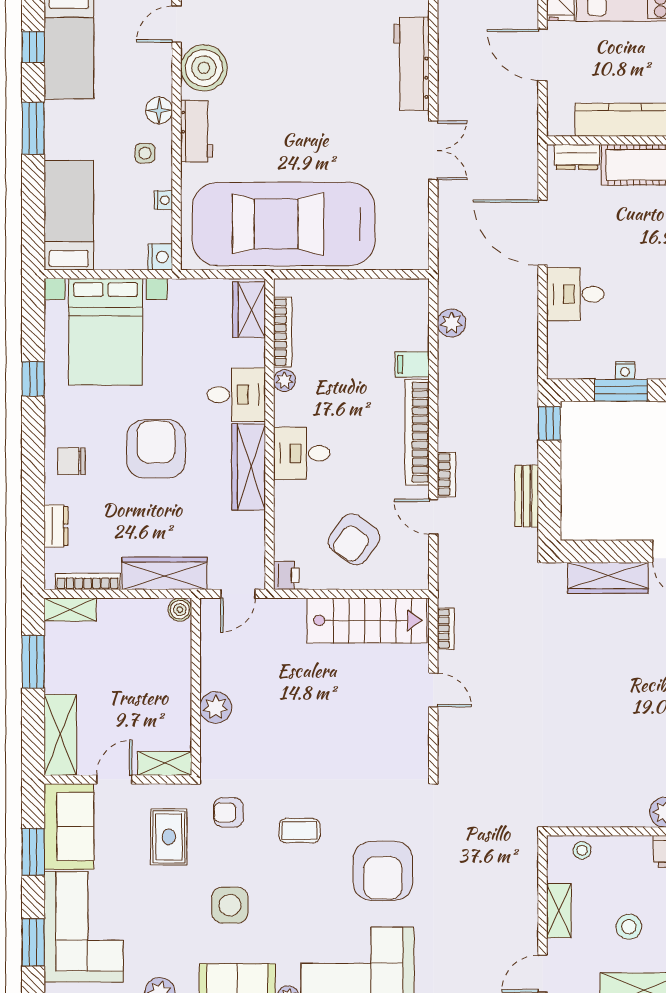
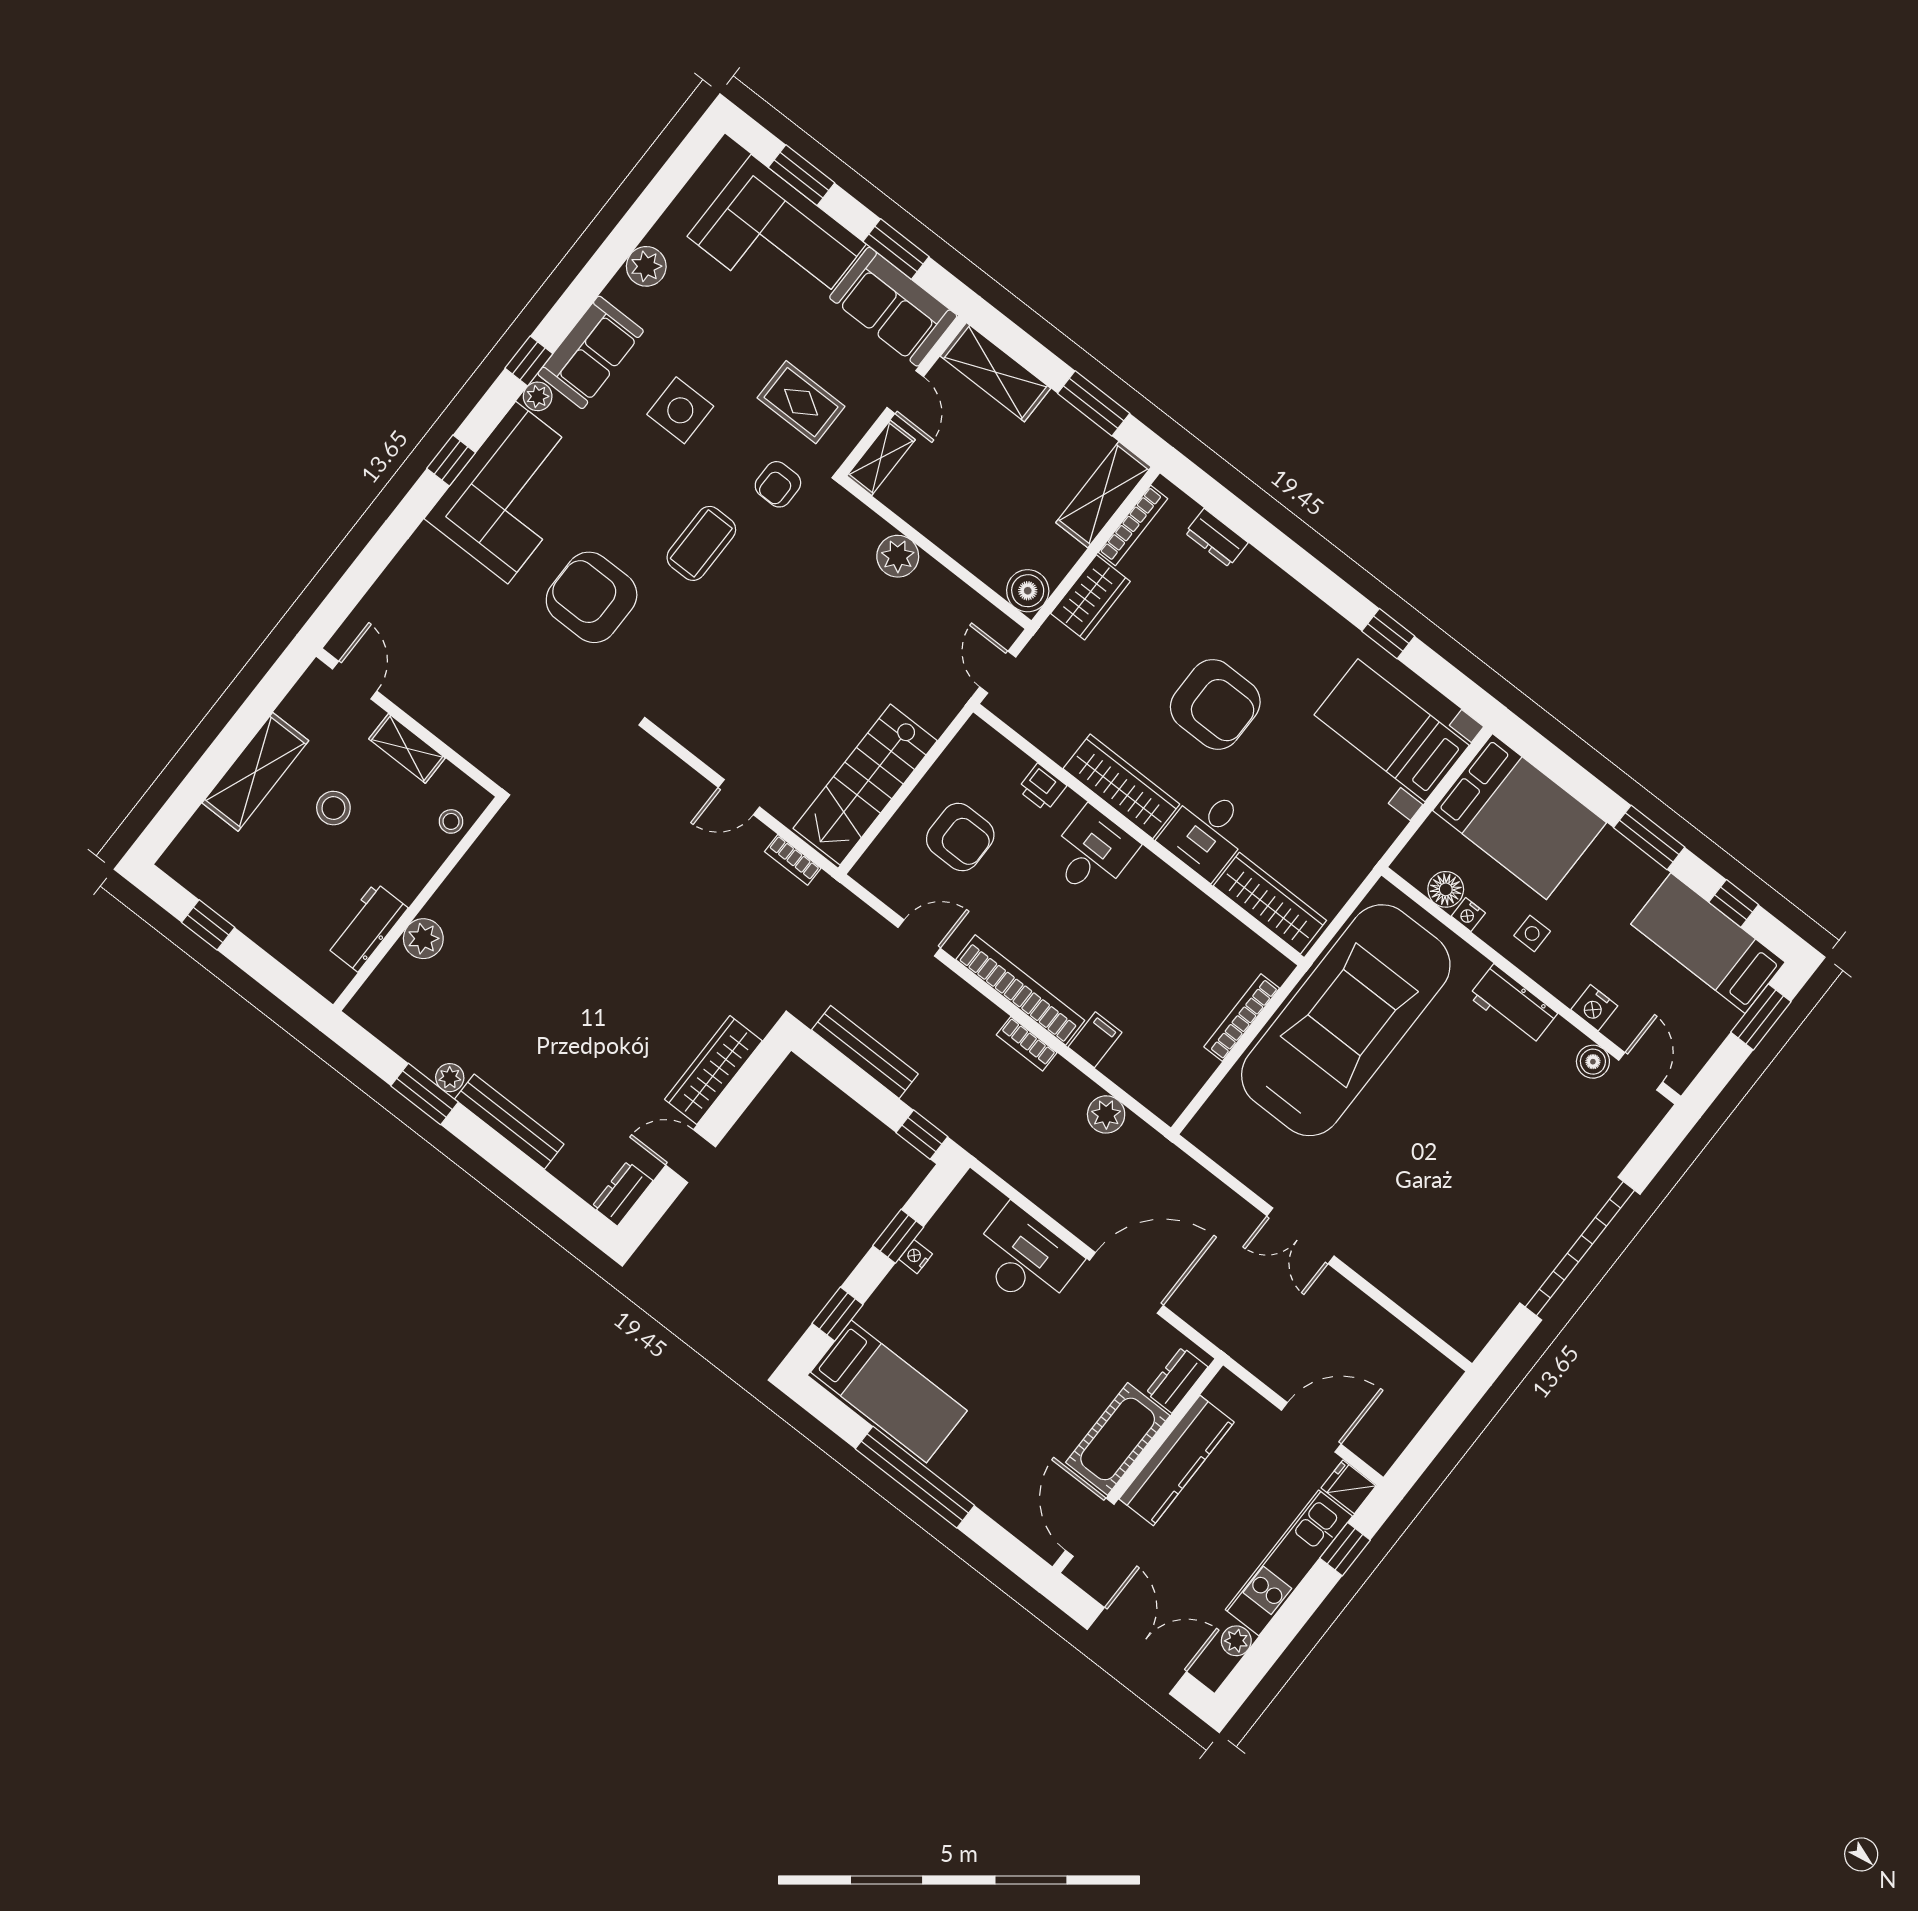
workbench: (412, 64) -> (1408, 1284), removed
boiler: (204, 68) -> (1593, 1062), width x0.54, depth x0.54
floor lamp: (159, 110) -> (1446, 889), moved
bed: (69, 215) -> (1519, 817), width x1.50
nightstand: (160, 257) -> (1594, 1008), moved
desk: (575, 294) -> (1025, 1259), width x1.37
wardrobe: (249, 310) -> (1270, 903), width x1.50
bed with nightstands: (106, 332) -> (1392, 730), width x0.73
bookcase: (283, 332) -> (1242, 1017), moved, turned 90
plant: (284, 380) -> (1182, 894), removed
window: (621, 390) -> (898, 1236), width x0.67
chair: (72, 461) -> (1271, 607), removed
bookcase: (446, 475) -> (1027, 1044), moved
bench: (527, 496) -> (865, 1052), width x1.36
armchair: (354, 539) -> (960, 837), turned 144
wardrobe: (164, 573) -> (1090, 597), width x0.67
printer: (286, 576) -> (1042, 788), moved
shelving: (70, 610) -> (1103, 495), width x1.50, depth x1.33
boiler: (180, 610) -> (1028, 591), width x1.36, depth x1.36
armchair: (229, 812) -> (778, 484), turned 180
coffee table: (300, 831) -> (701, 543), width x1.36, depth x1.30

